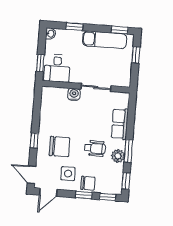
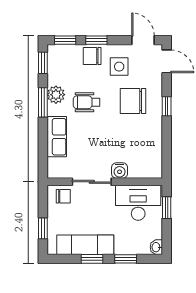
window: (120, 30) -> (92, 259), moved
desk: (57, 68) -> (138, 203), width x1.37
chair: (118, 78) -> (63, 196), added
door: (48, 192) -> (143, 40), hinge flipped

